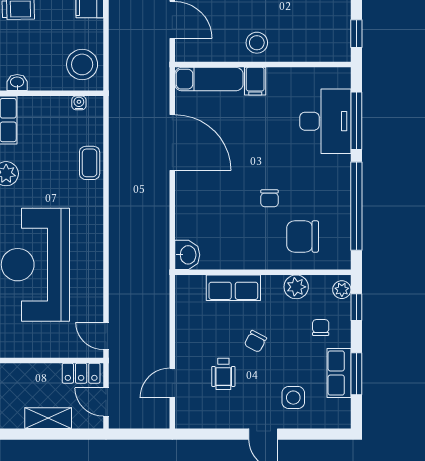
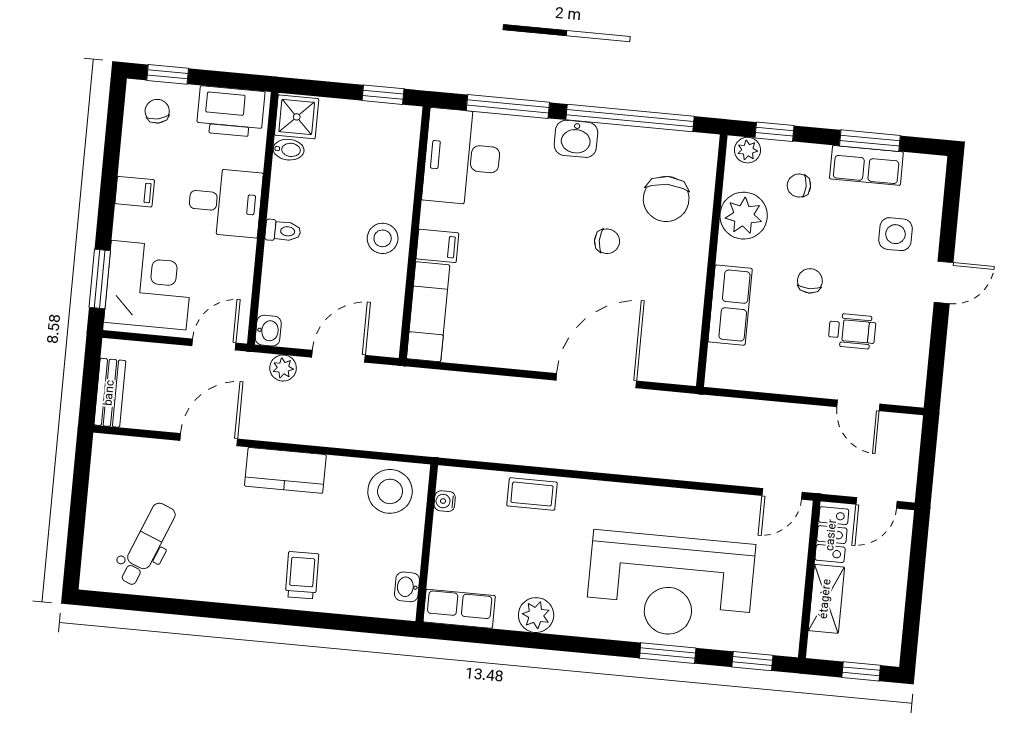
desk: (325, 121) -> (462, 157), moved, turned -90
door: (172, 143) -> (596, 381), moved
washbasin: (187, 255) -> (576, 139), moved, turned 180
plant: (296, 287) -> (744, 216), width x1.36, depth x1.36
chair: (255, 341) -> (810, 281), turned -118
shelving: (48, 418) -> (826, 599), moved

